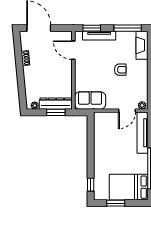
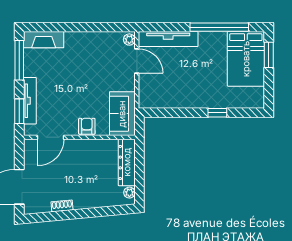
armchair: (120, 70) -> (87, 126), moved
window: (56, 112) -> (139, 162), removed
window: (91, 185) -> (217, 113), moved
window: (116, 203) -> (269, 55), moved

